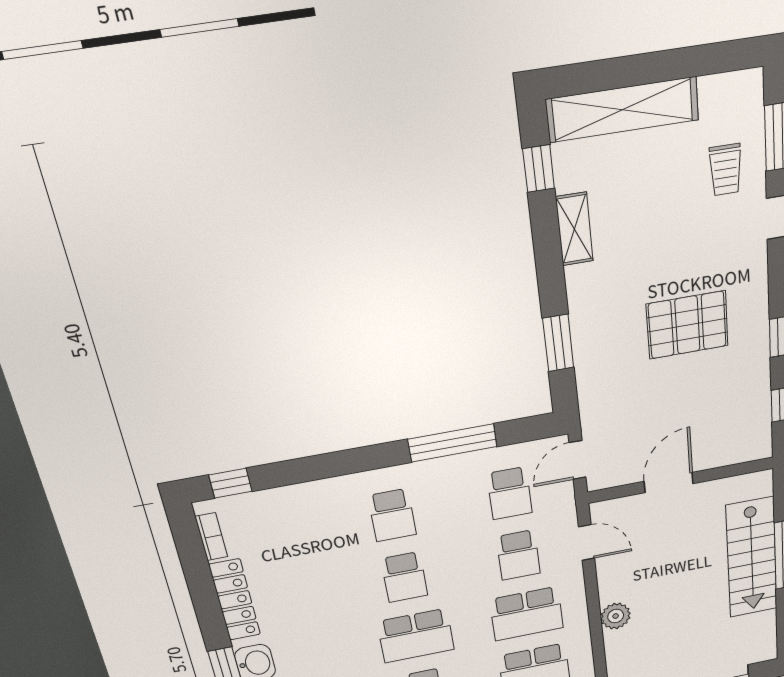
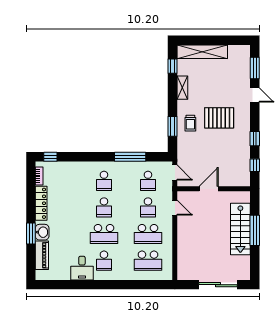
trolley: (726, 170) -> (190, 123), moved
pallet: (687, 325) -> (219, 118), moved
door: (578, 460) -> (175, 172), swing flipped
plant: (616, 616) -> (183, 243), removed

